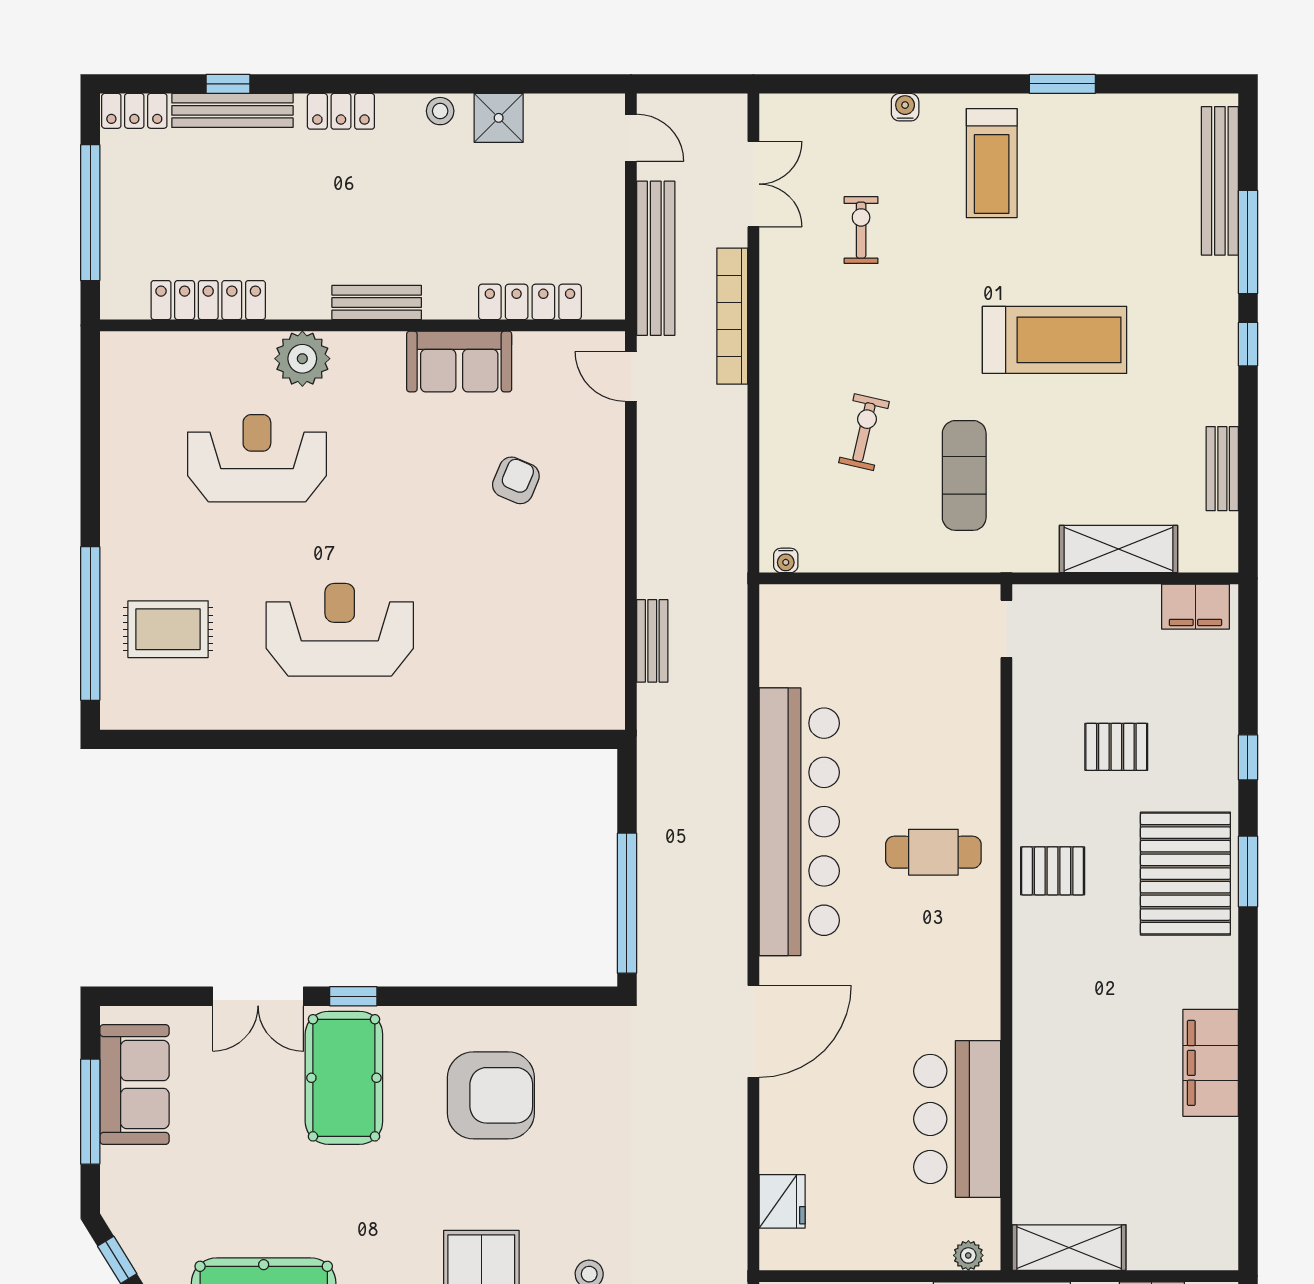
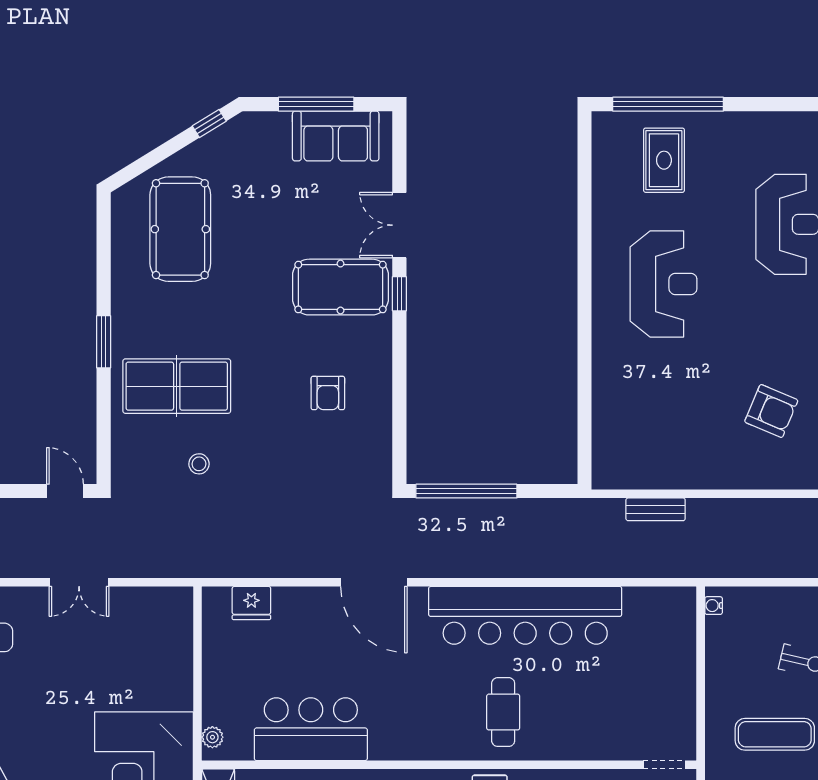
armchair: (516, 480) -> (771, 411), width x1.38, depth x1.38
armchair: (491, 1095) -> (328, 393), width x0.53, depth x0.53

